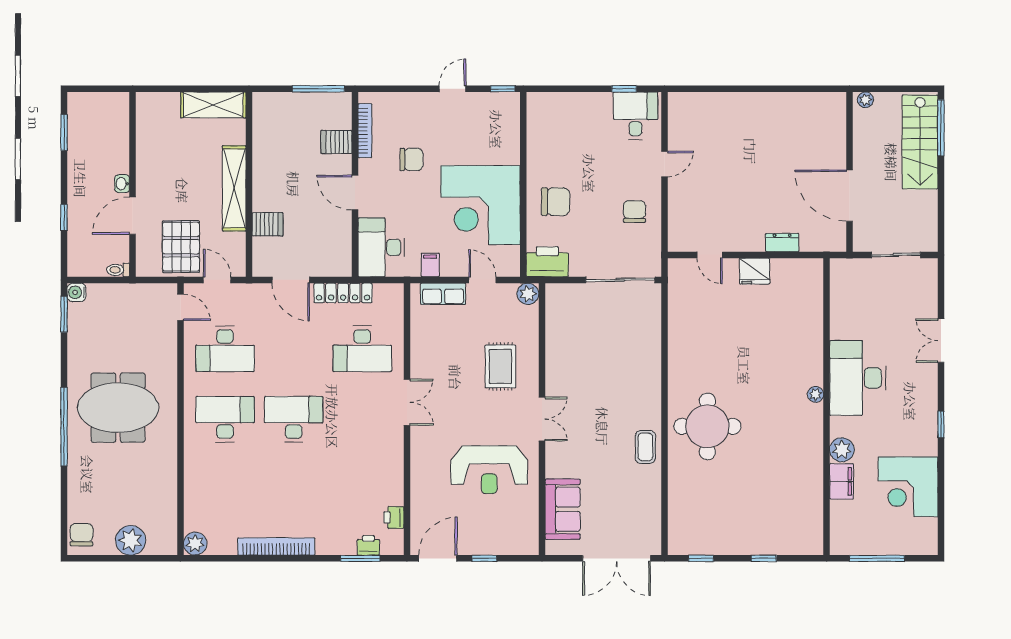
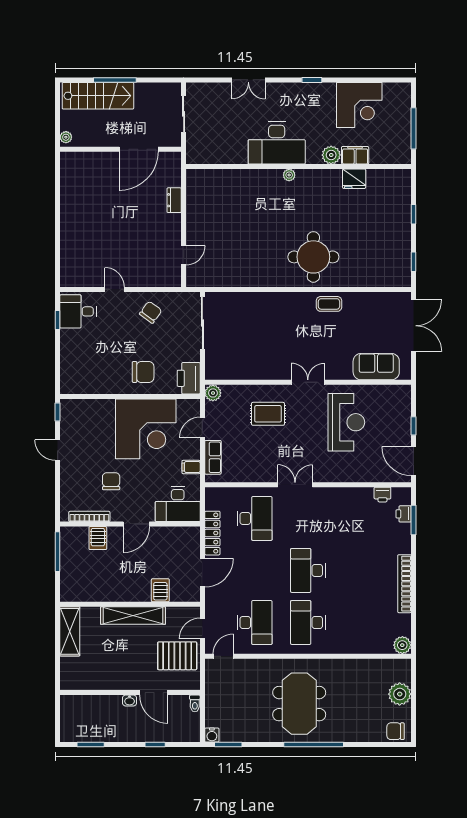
window: (941, 128) -> (115, 80), moved
chair: (556, 202) -> (143, 372), turned 90
chair: (634, 212) -> (151, 312), turned 126
fridge: (755, 271) -> (354, 179), moved, turned 90

